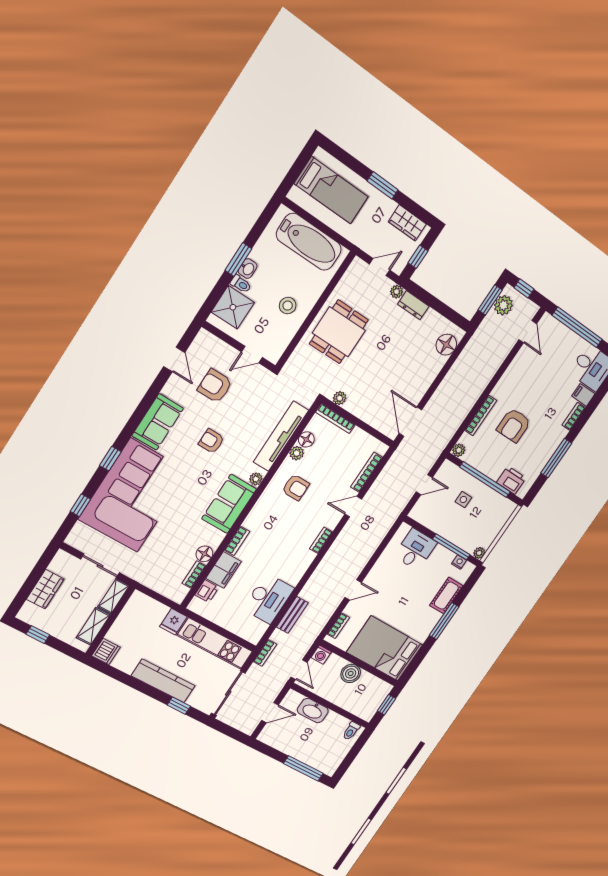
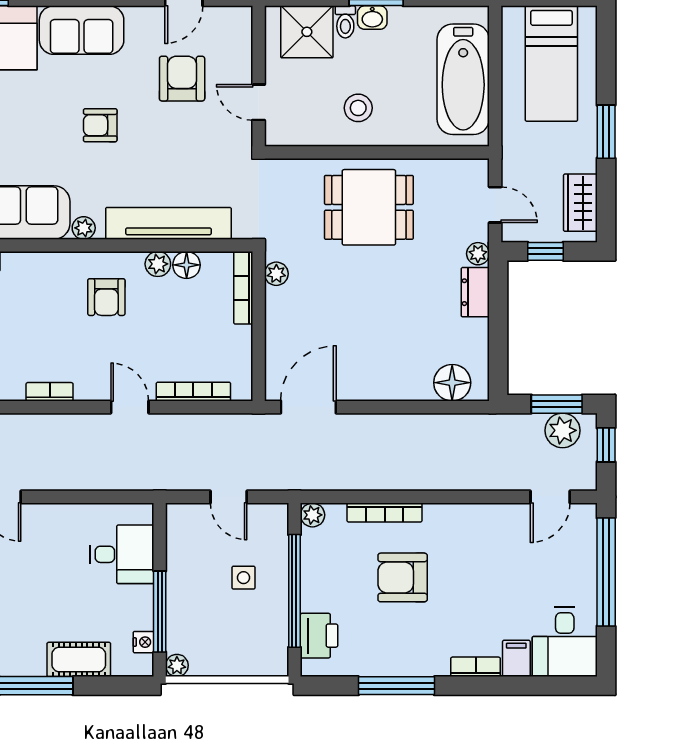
armchair: (211, 441) -> (100, 125), turned -90

